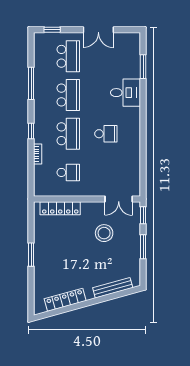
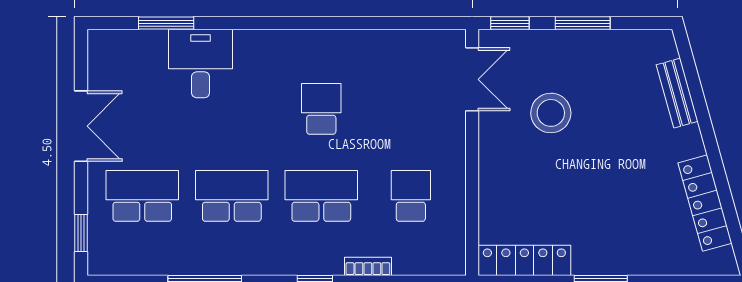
desk: (126, 93) -> (201, 63), moved
locker: (60, 208) -> (524, 260), moved, turned -90
bench: (113, 288) -> (677, 93), width x0.73

